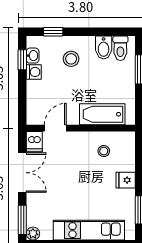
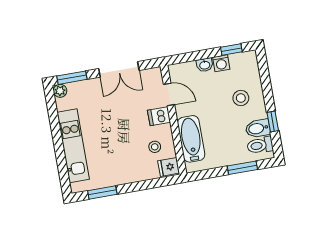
window: (53, 32) -> (273, 122), moved
washbasin: (33, 56) -> (205, 65), moved
dishwasher: (34, 142) -> (159, 116), moved
fridge: (126, 180) -> (169, 167), moved, turned -90

